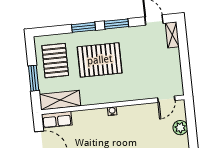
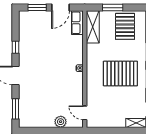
pallet: (100, 60) -> (120, 74), moved, turned 90
pallet: (55, 61) -> (125, 26), turned 90

